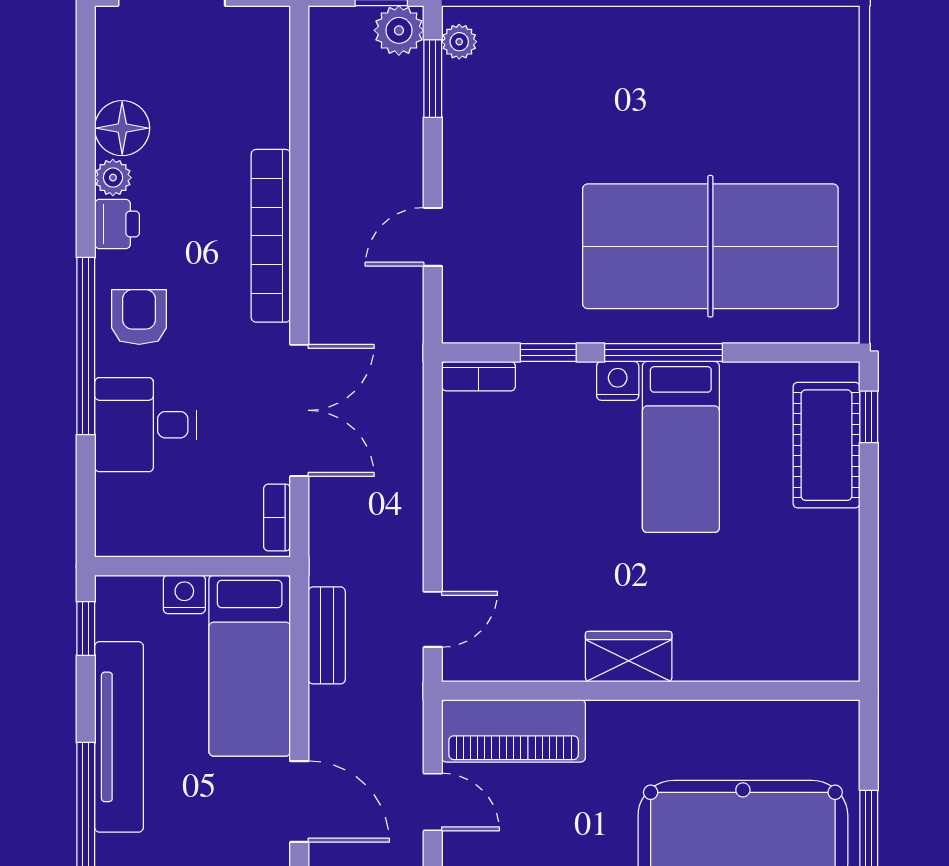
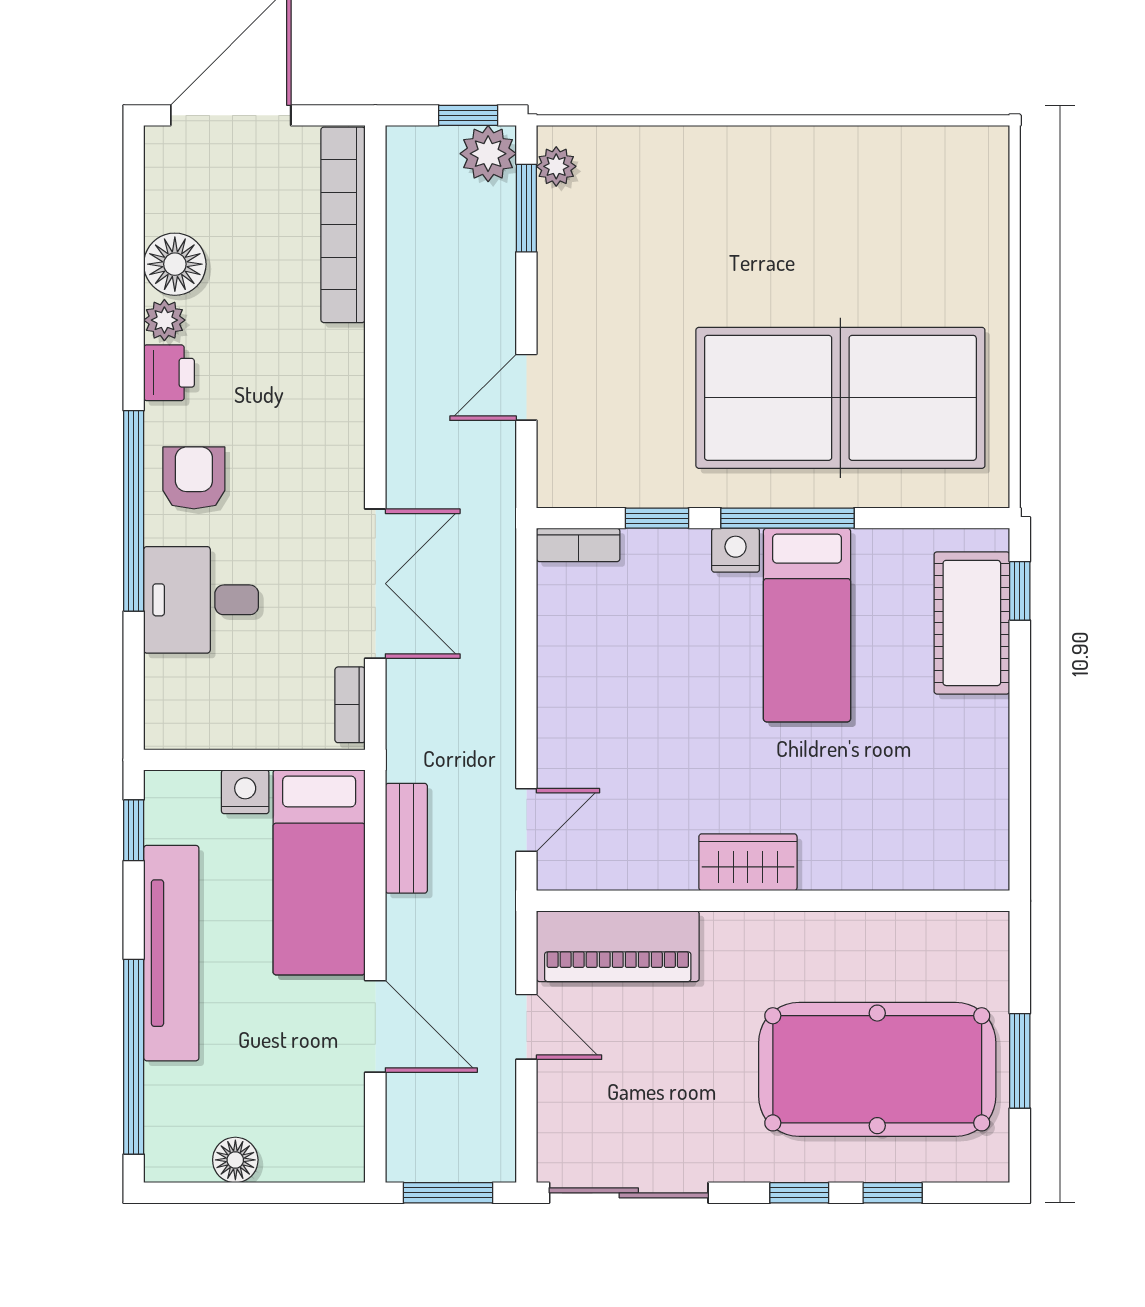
bookcase: (271, 236) -> (343, 225), moved

